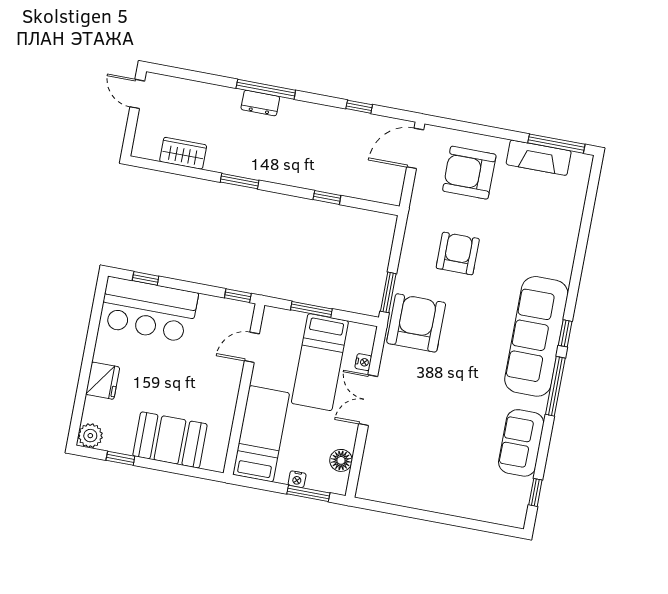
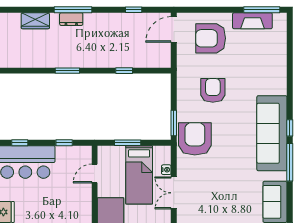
wardrobe: (183, 153) -> (35, 21), moved, turned 180
window: (238, 296) -> (64, 143), moved

